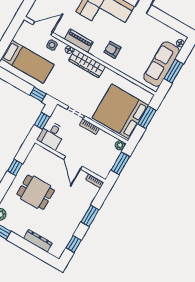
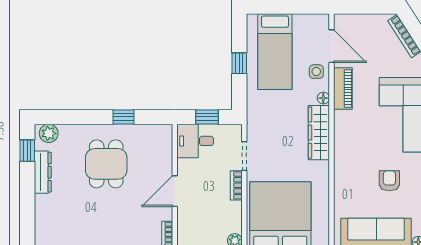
piano: (79, 41) -> (343, 88), moved
armchair: (112, 50) -> (389, 181), moved
window: (38, 94) -> (239, 63), moved
dresser: (38, 241) -> (43, 172), moved

